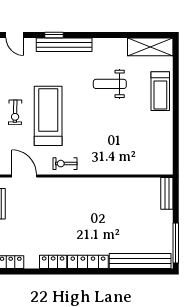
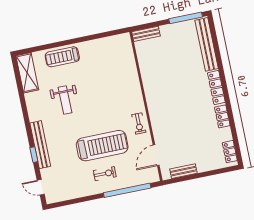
door: (15, 35) -> (41, 187), swing flipped
treadmill: (160, 91) -> (62, 57), turned 180
treadmill: (48, 116) -> (102, 146), turned 180

